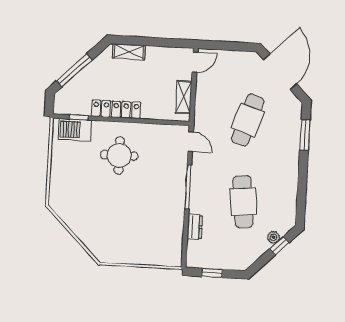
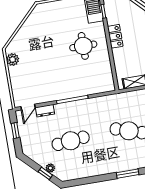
locker: (116, 109) -> (115, 36), width x0.66
door: (191, 142) -> (28, 107), moved
plant: (116, 255) -> (13, 59), added

